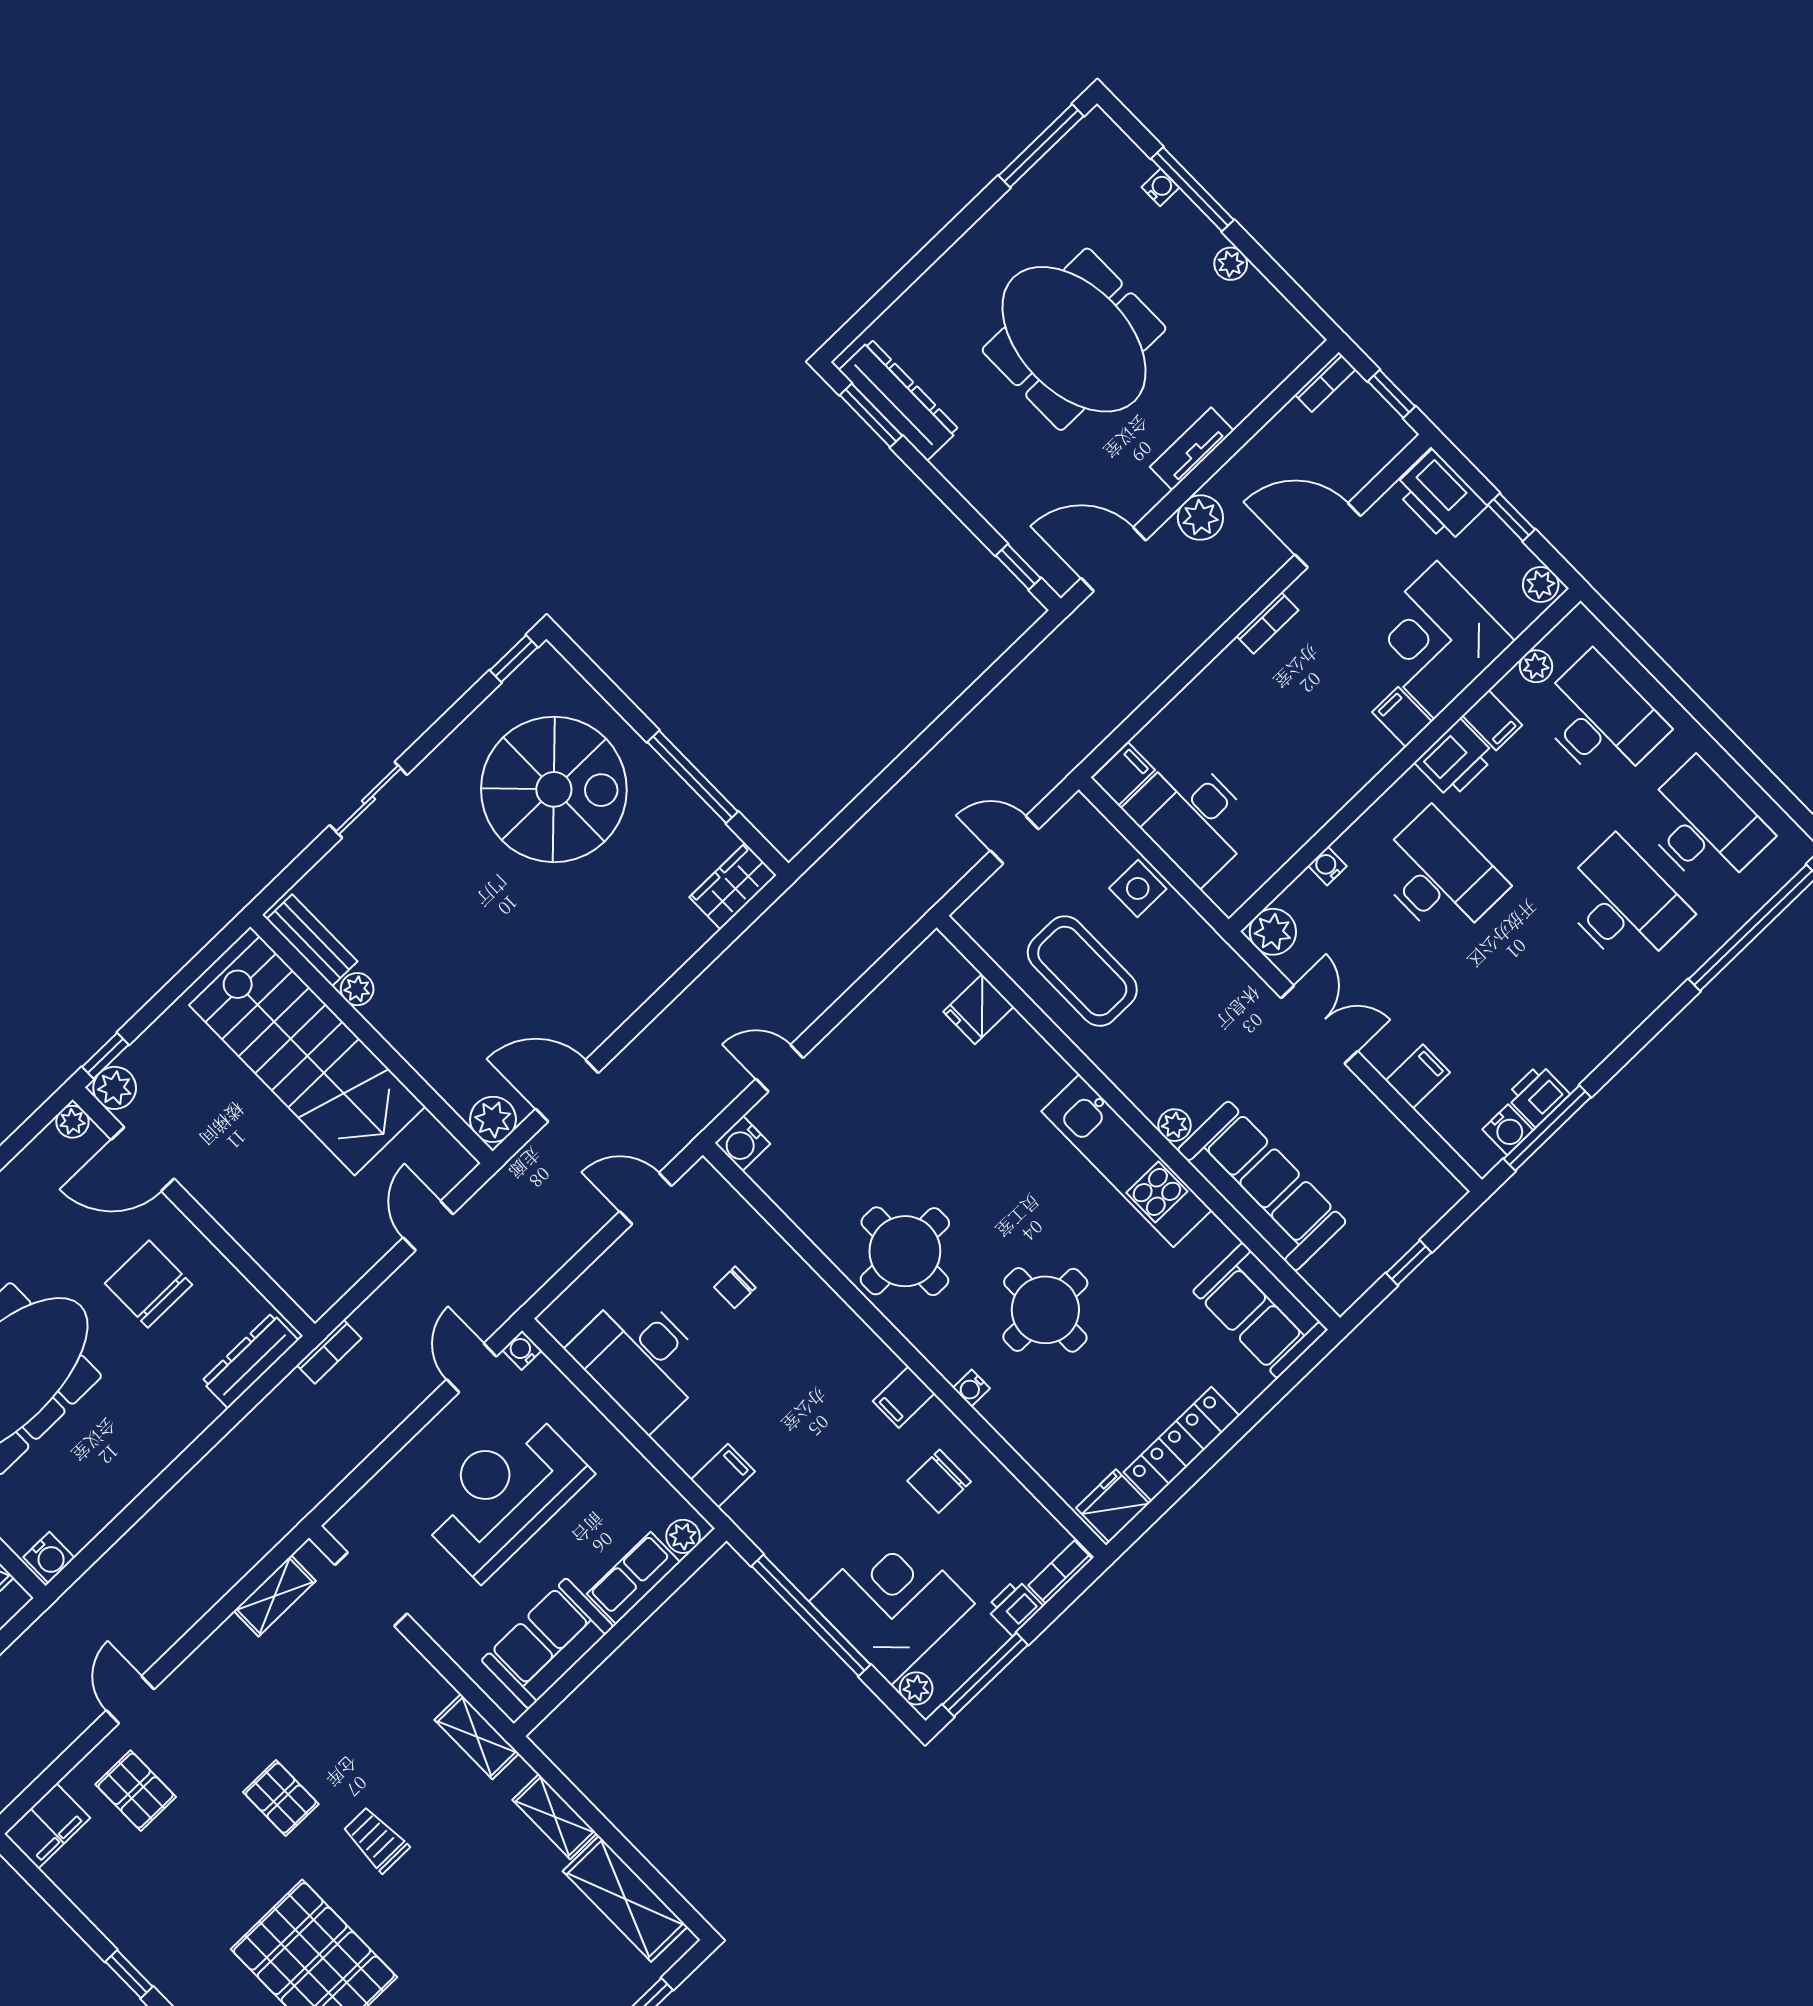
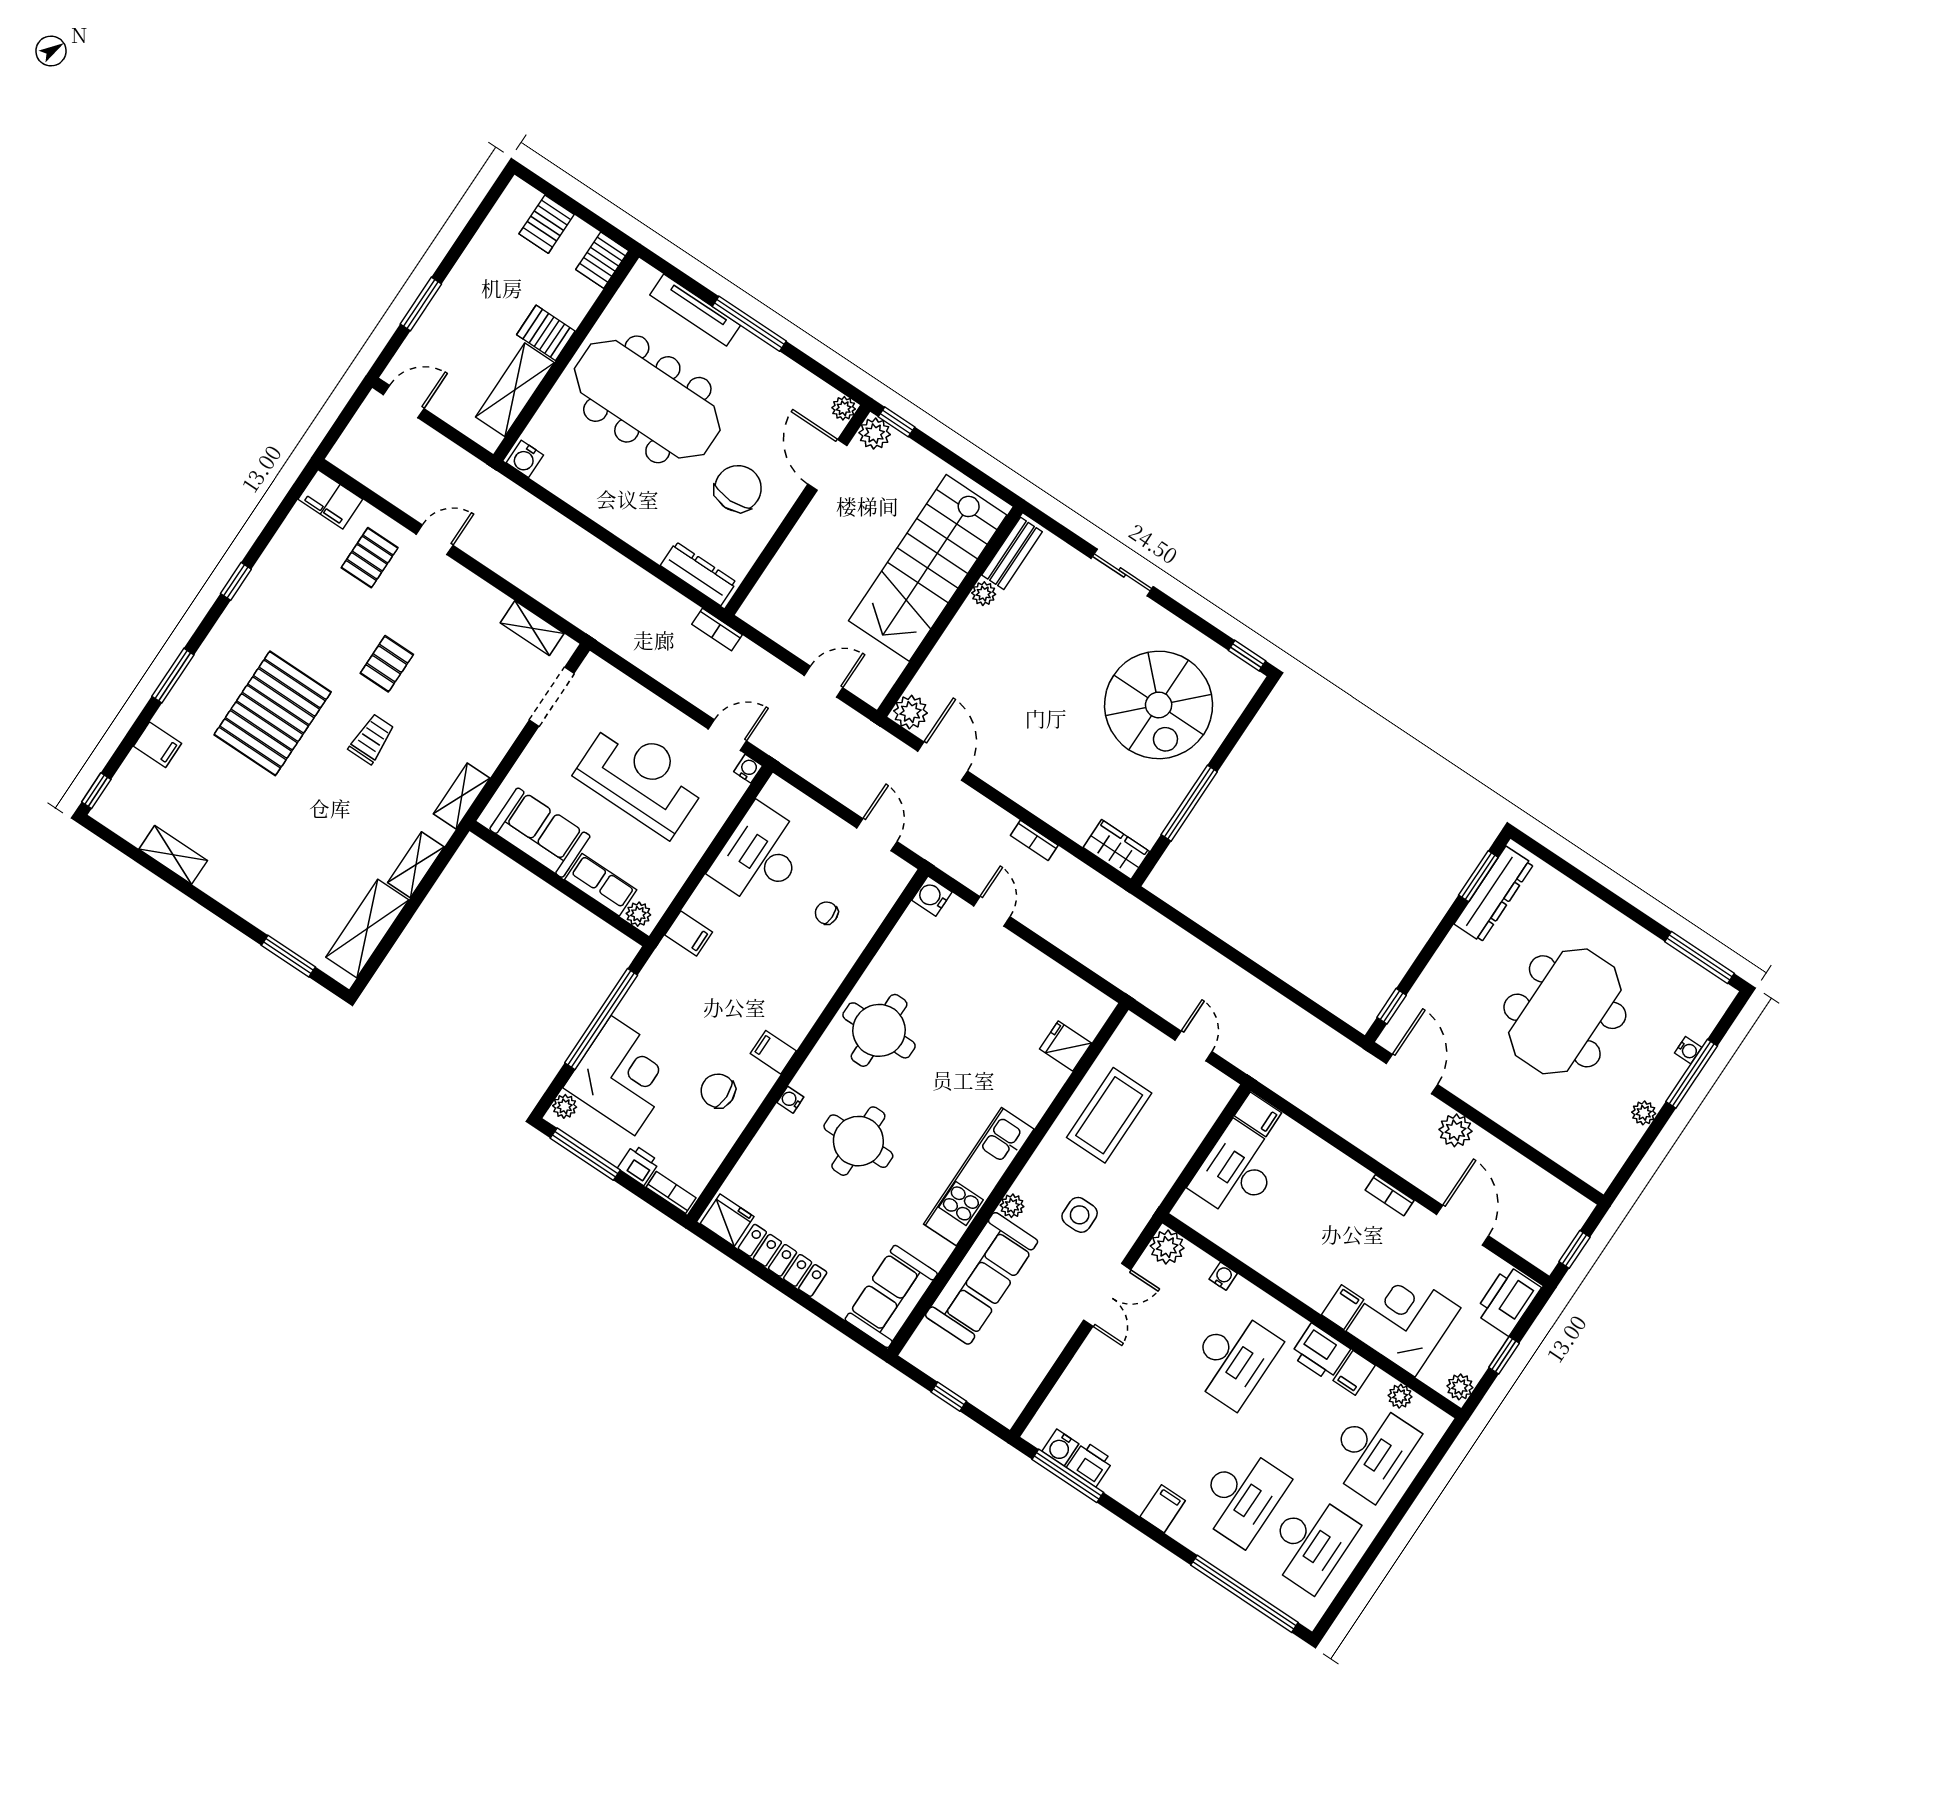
bookcase: (1325, 382) -> (1034, 840), moved
tv unit: (1192, 449) -> (1504, 1113), removed
side table: (1138, 888) -> (1080, 1215), moved
filing cabinet: (1418, 1076) -> (1163, 1509), moved, turned -90

